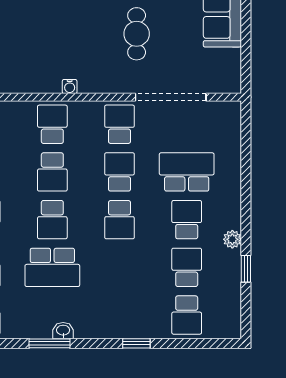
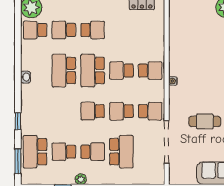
school desk: (119, 172) -> (121, 111), turned 180
school desk: (52, 220) -> (93, 71), width x1.85
school desk: (187, 267) -> (64, 152), turned 180
school desk: (187, 315) -> (35, 152), width x1.85
window: (50, 343) -> (18, 161), moved

